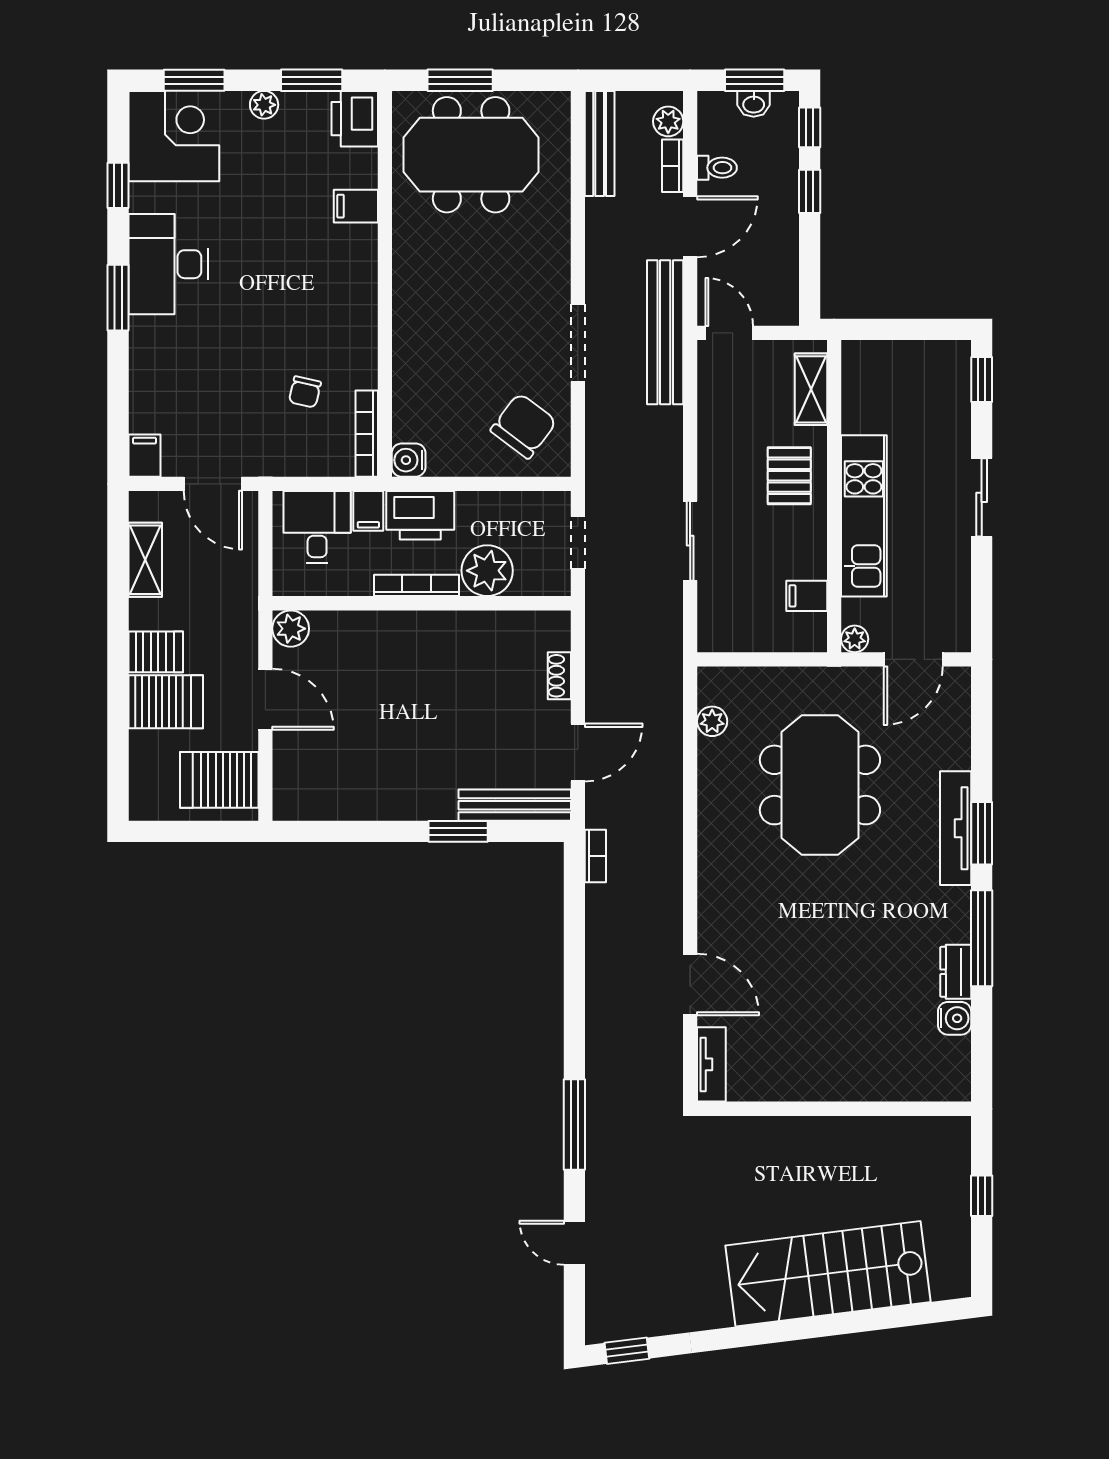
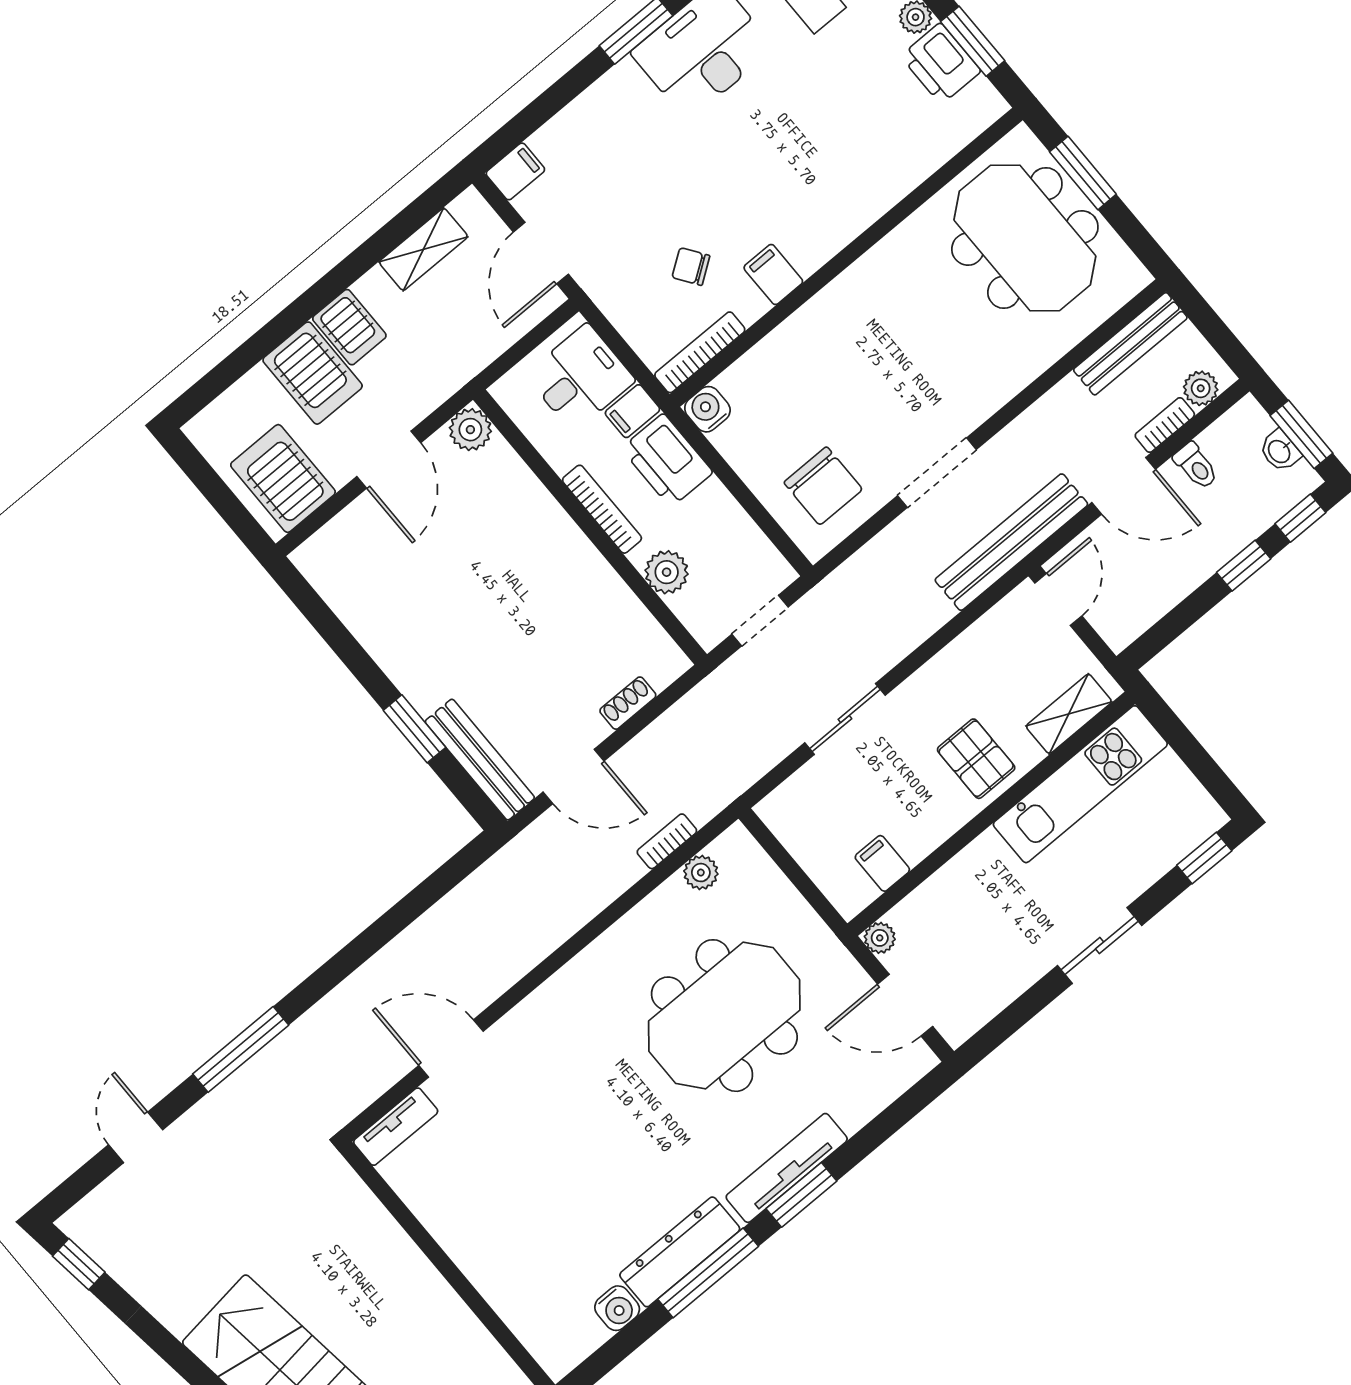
printer: (355, 119) -> (941, 64), moved, turned -90
filing cabinet: (356, 206) -> (773, 275), moved
chair: (305, 392) -> (691, 267), turned 42
chair: (524, 426) -> (823, 486), turned 53
pallet: (789, 476) -> (976, 759), turned 90
kitchen unit: (864, 516) -> (1080, 784), moved
plant: (487, 571) -> (667, 572), width x0.73, depth x0.73
bookcase: (595, 856) -> (667, 841), moved, turned 180
dresser: (956, 972) -> (680, 1252), width x1.96, depth x1.24
door: (690, 984) -> (451, 1048), swing flipped

